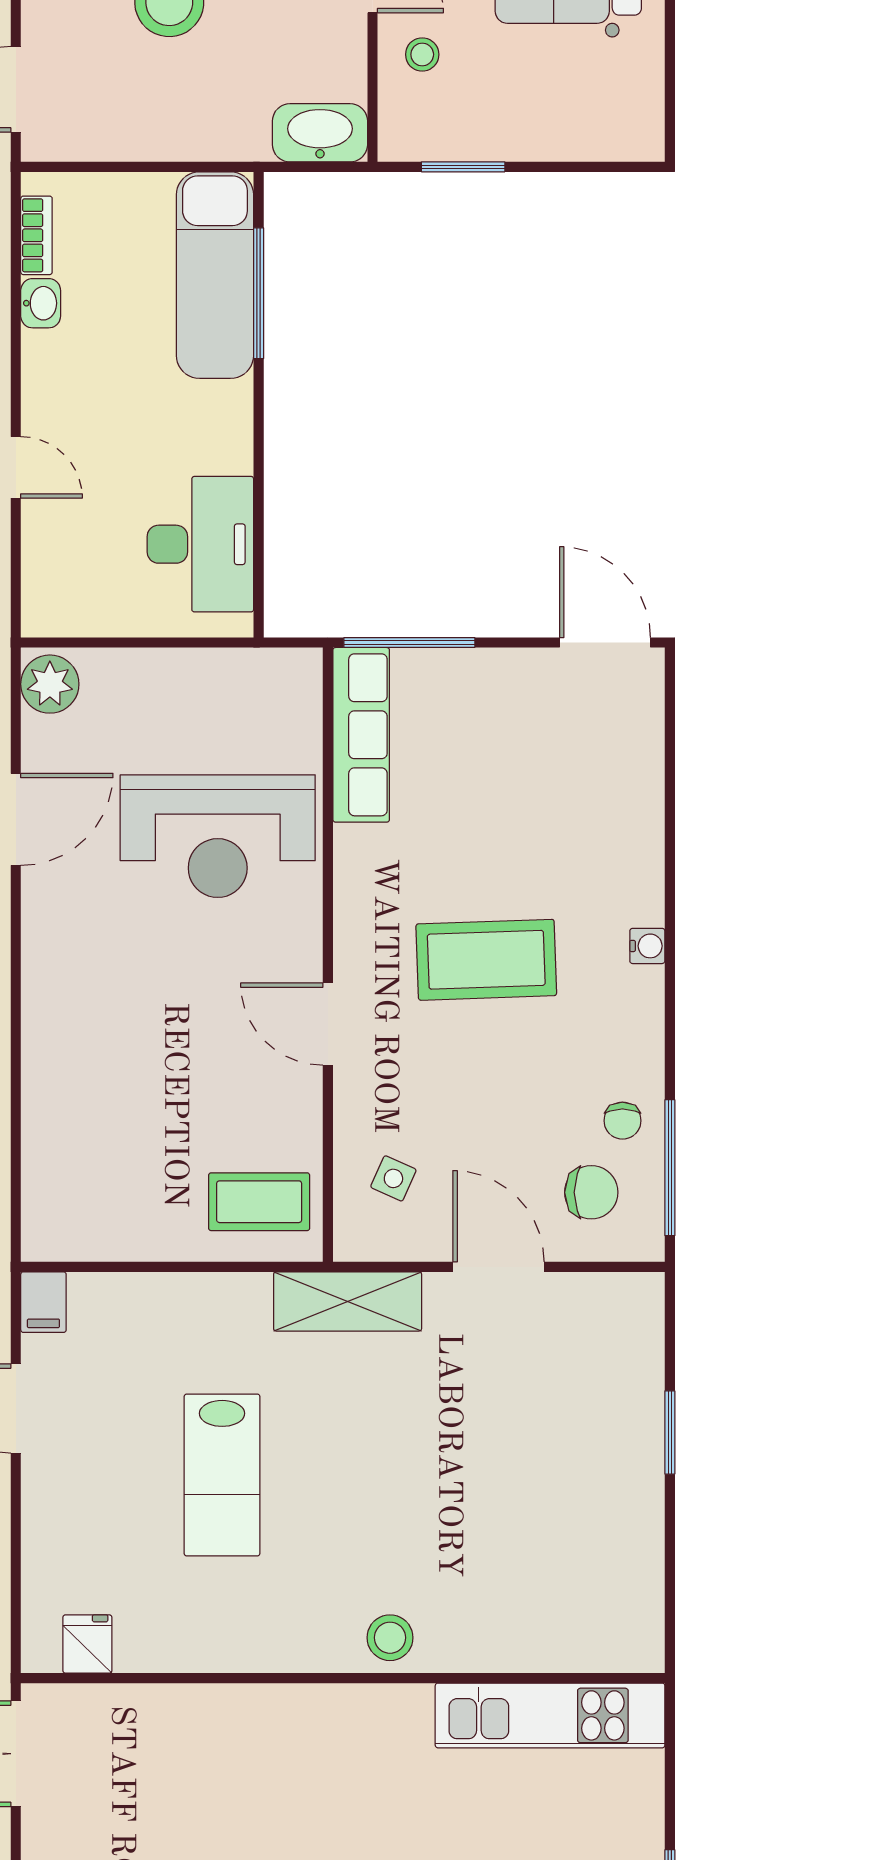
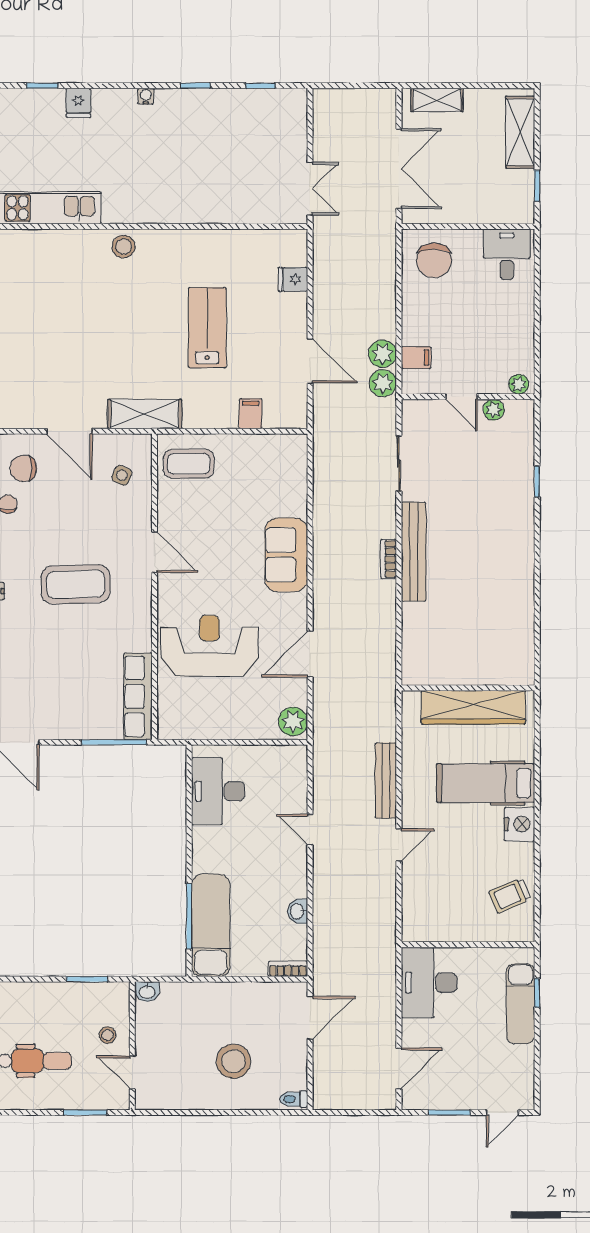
washbasin: (320, 133) -> (147, 992), width x0.52, depth x0.69
bookcase: (36, 235) -> (288, 969), moved, turned 90
sofa: (64, 1019) -> (286, 555), added
filing cabinet: (43, 1302) -> (251, 414), moved
fridge: (87, 1644) -> (293, 279), moved, turned 90

